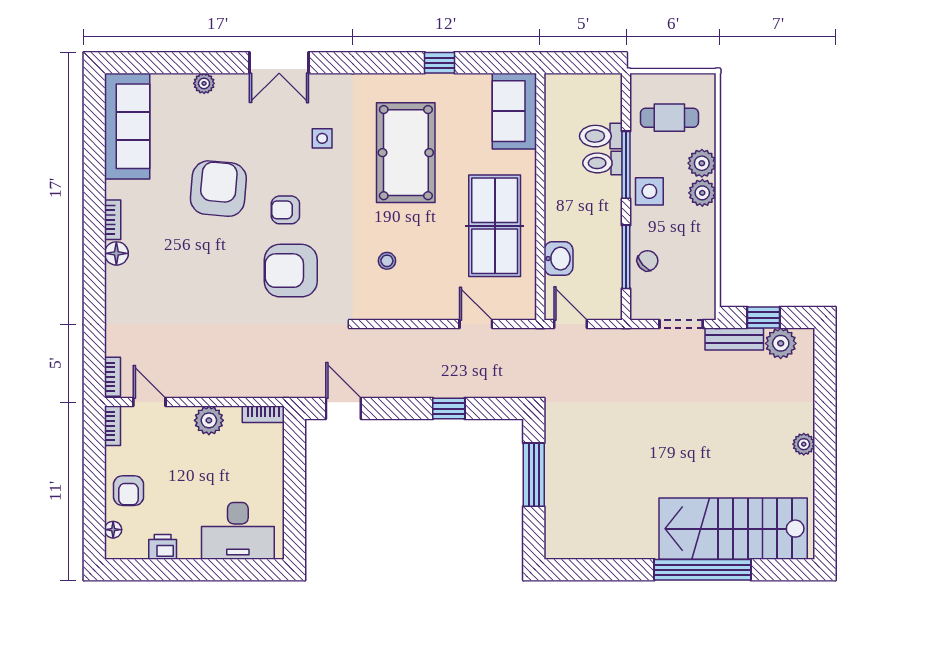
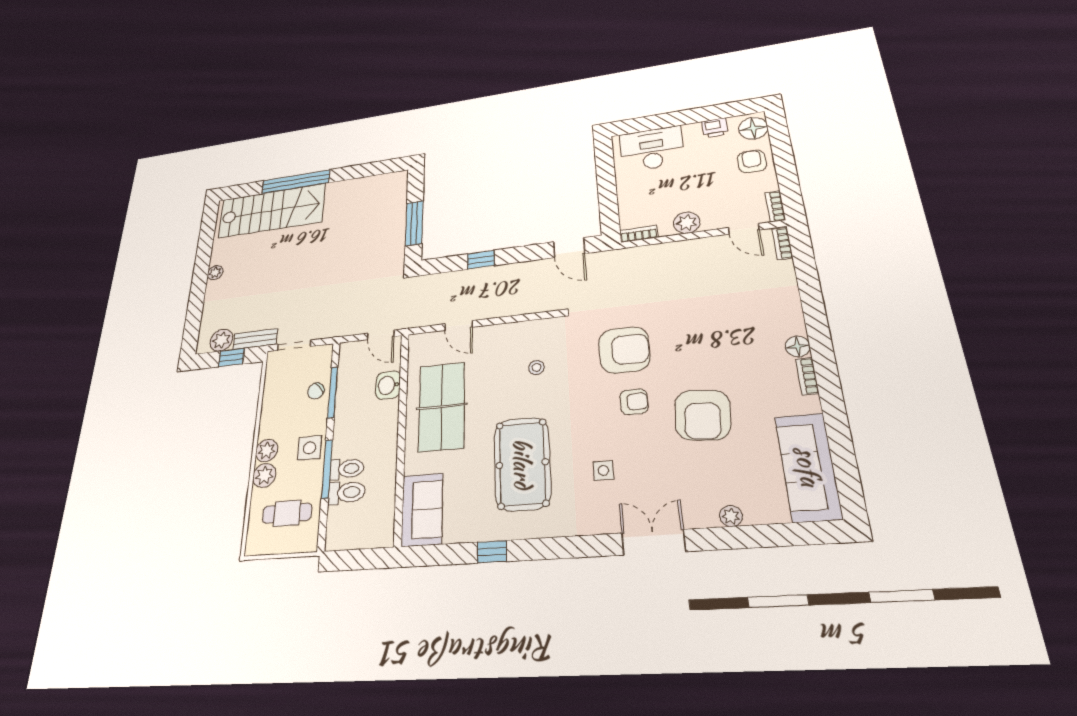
floor lamp: (113, 530) -> (753, 128), width x1.89, depth x1.89

